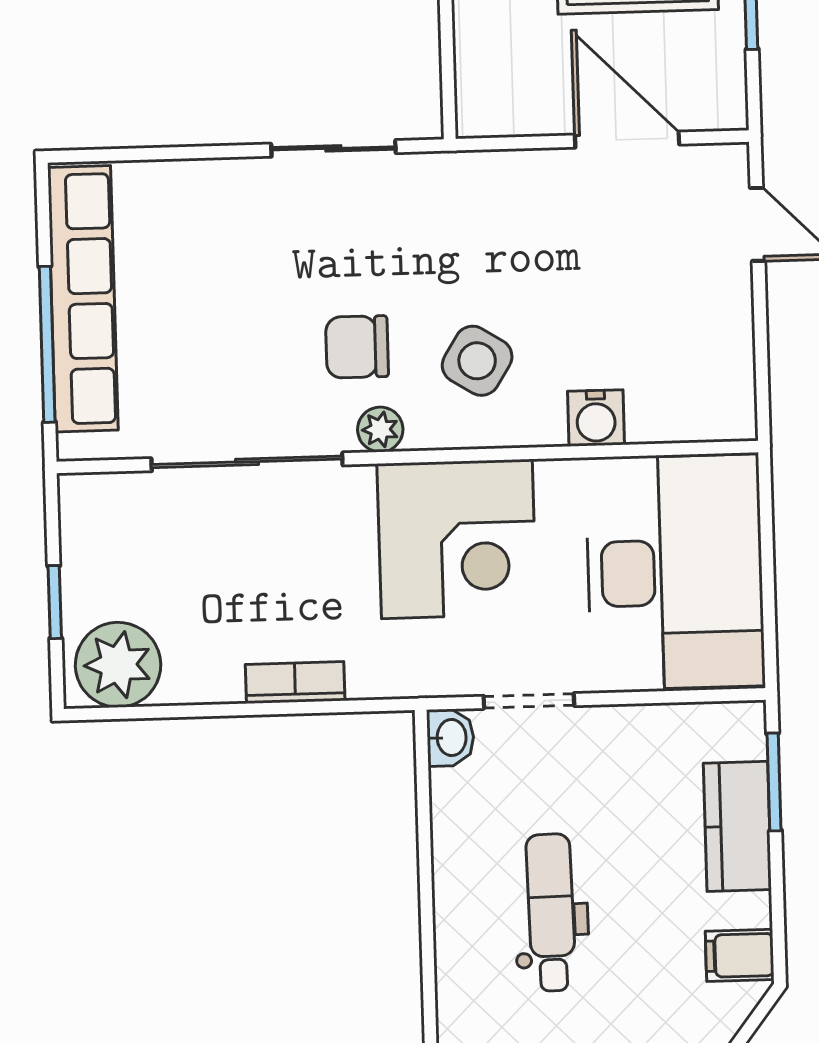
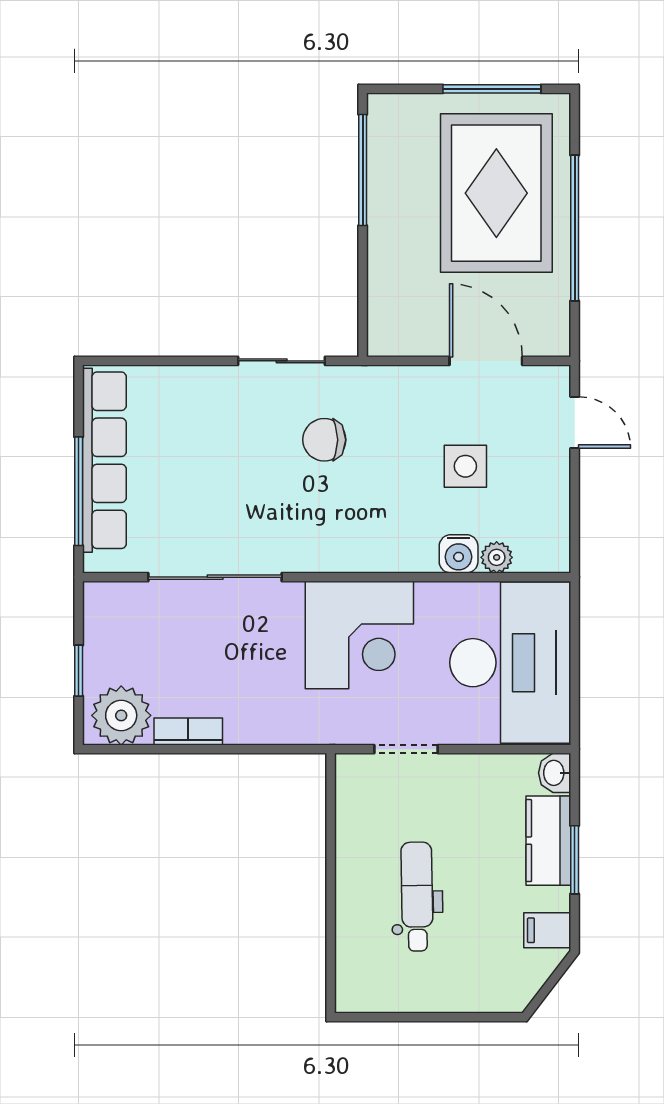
chair: (357, 347) -> (324, 440), moved
side table: (477, 361) -> (465, 466), moved, turned -32
plant: (380, 430) -> (497, 557), moved
bookcase: (295, 682) -> (188, 731), moved
washbasin: (450, 738) -> (555, 773), moved, turned 180
window: (774, 782) -> (575, 860), moved

